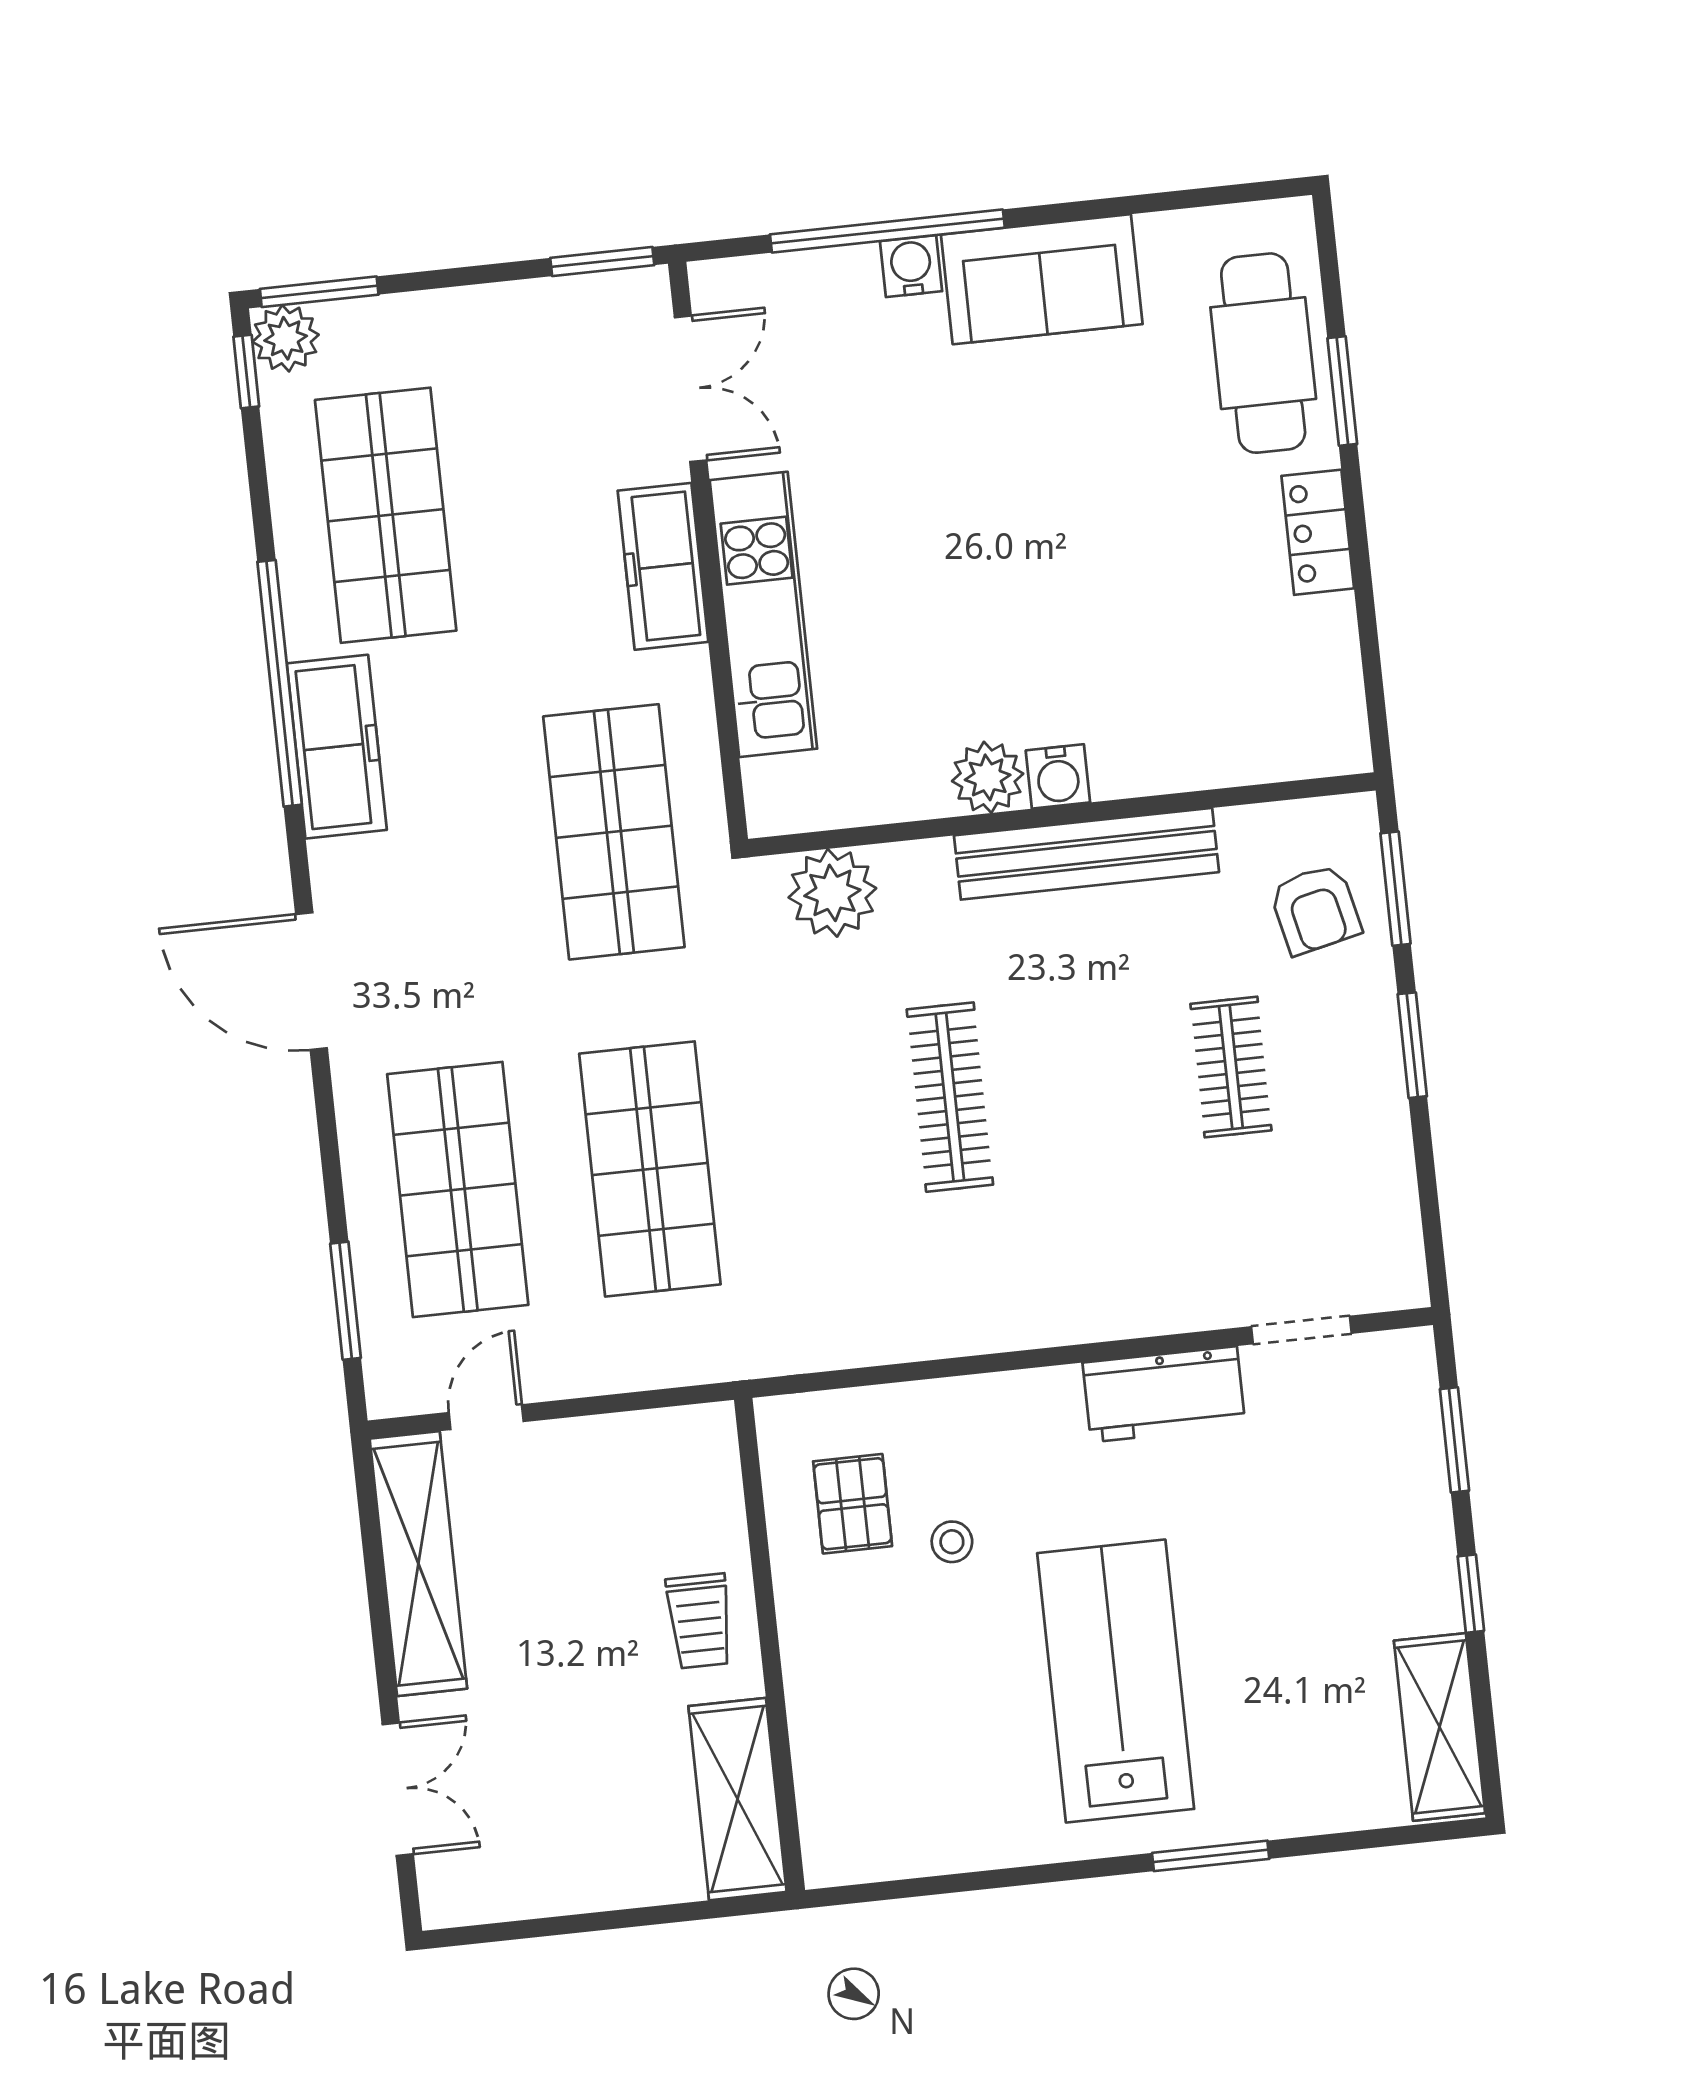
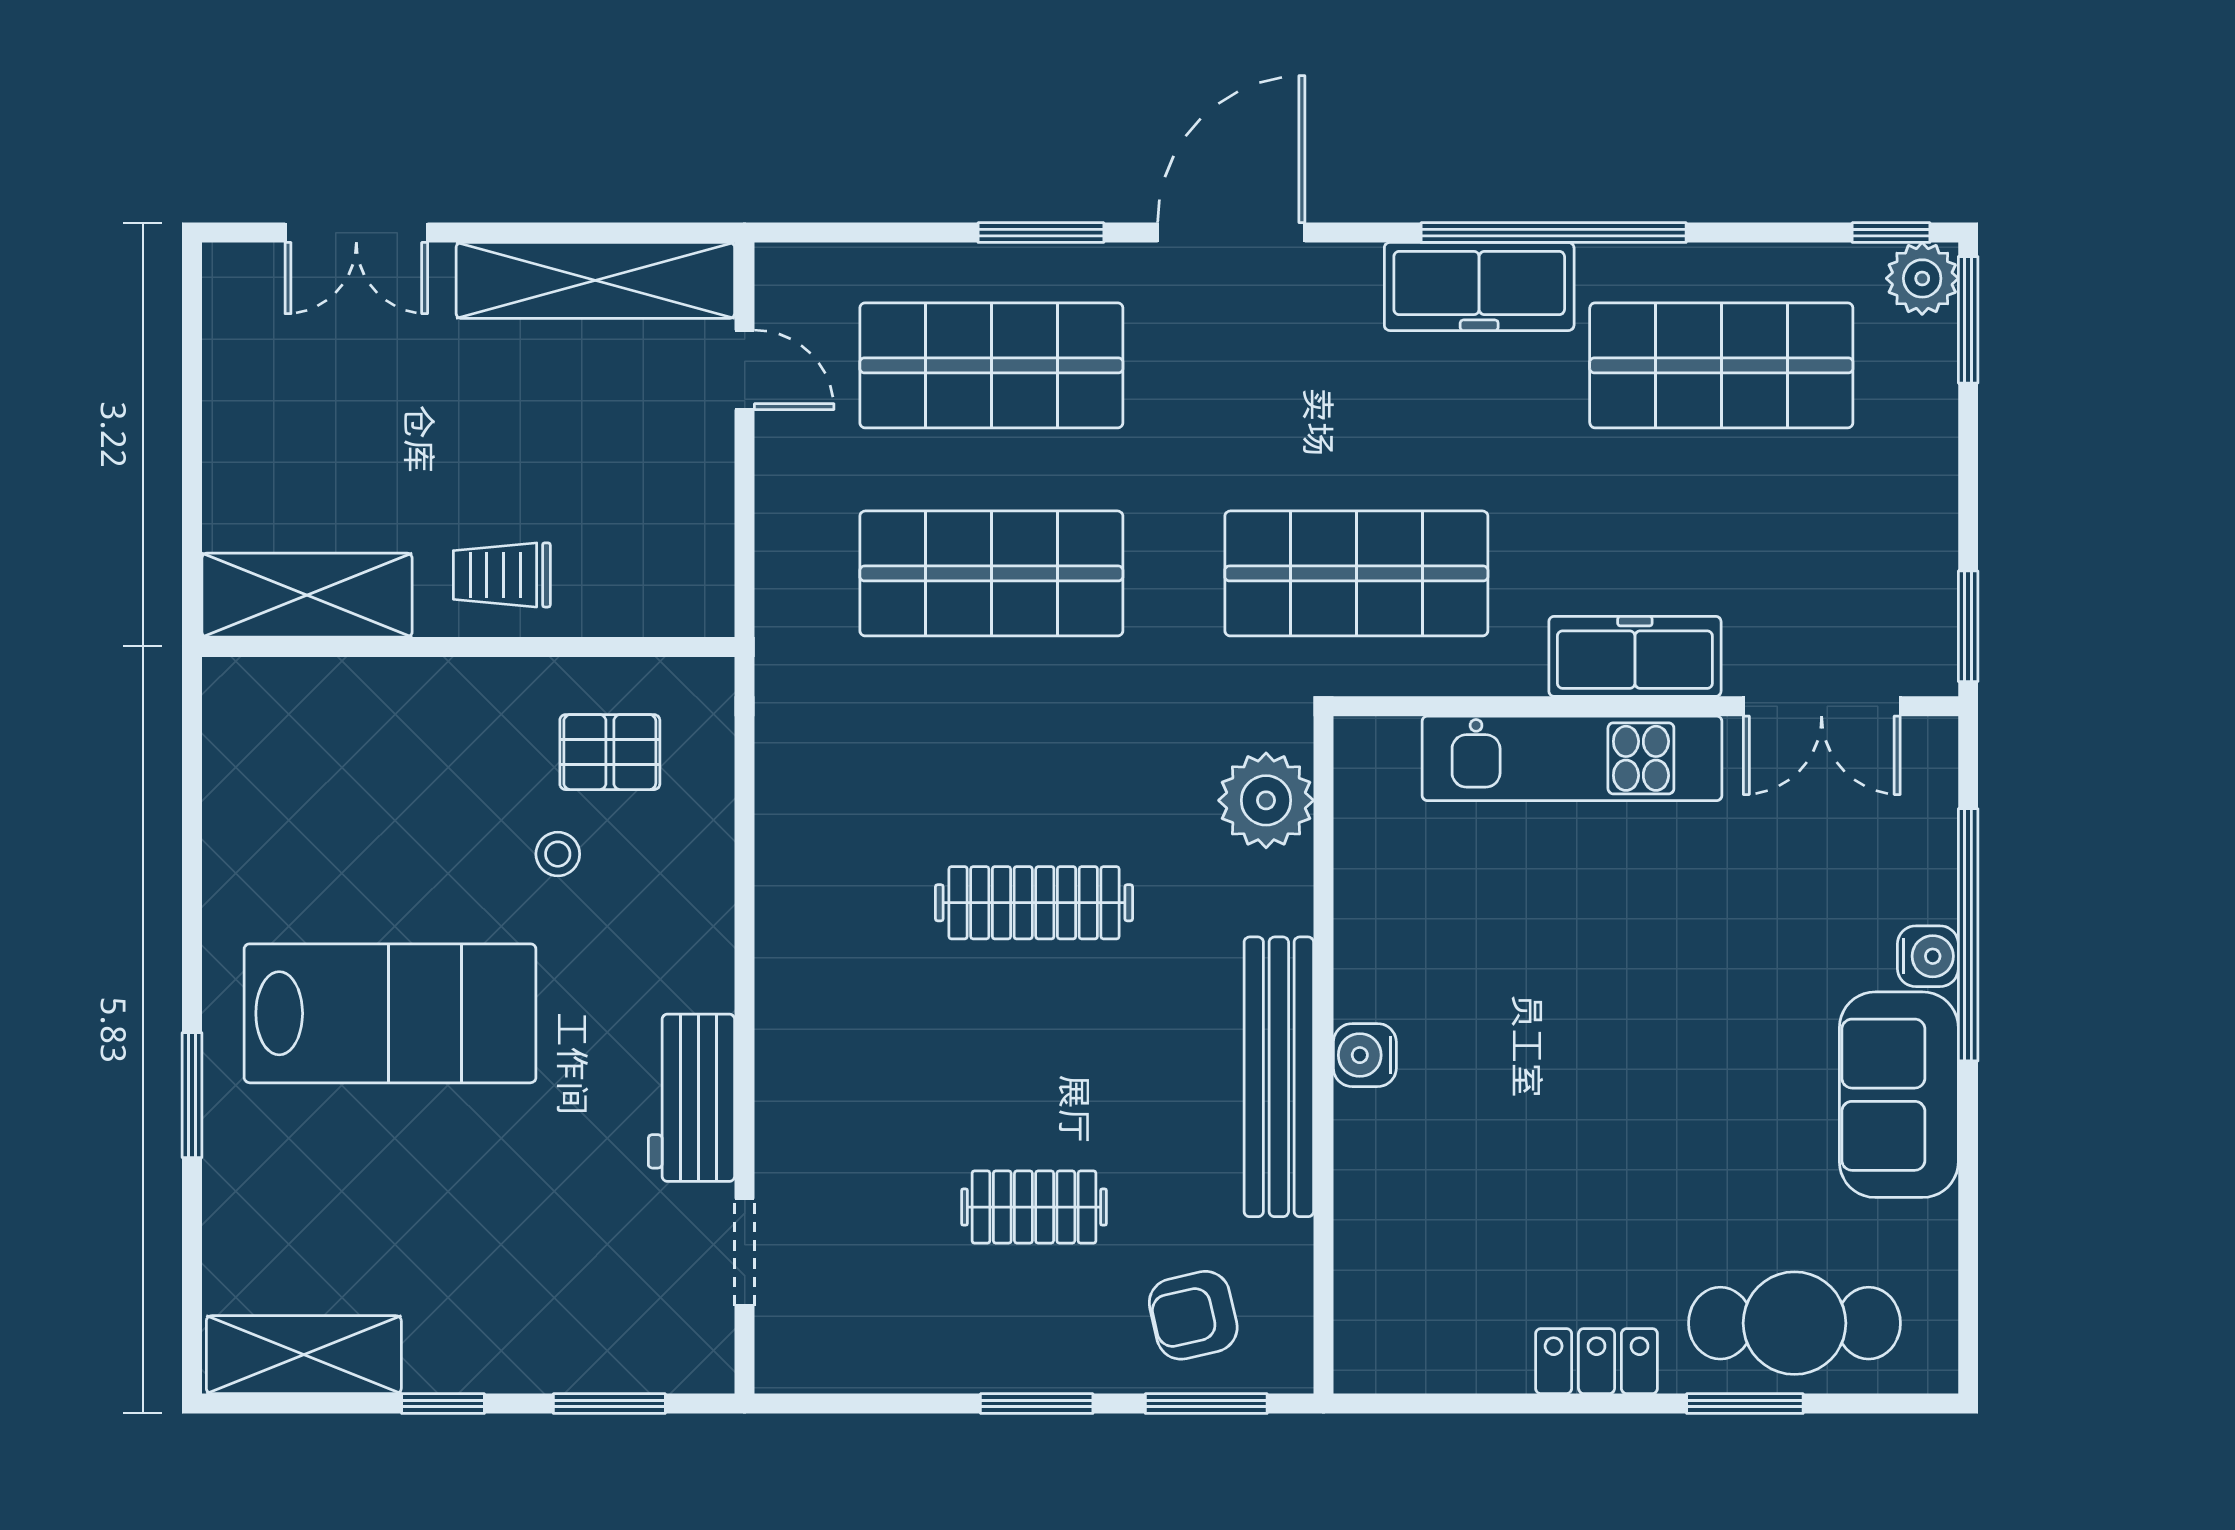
plant: (988, 777) -> (1372, 980), removed
window: (346, 1301) -> (1041, 233), moved

